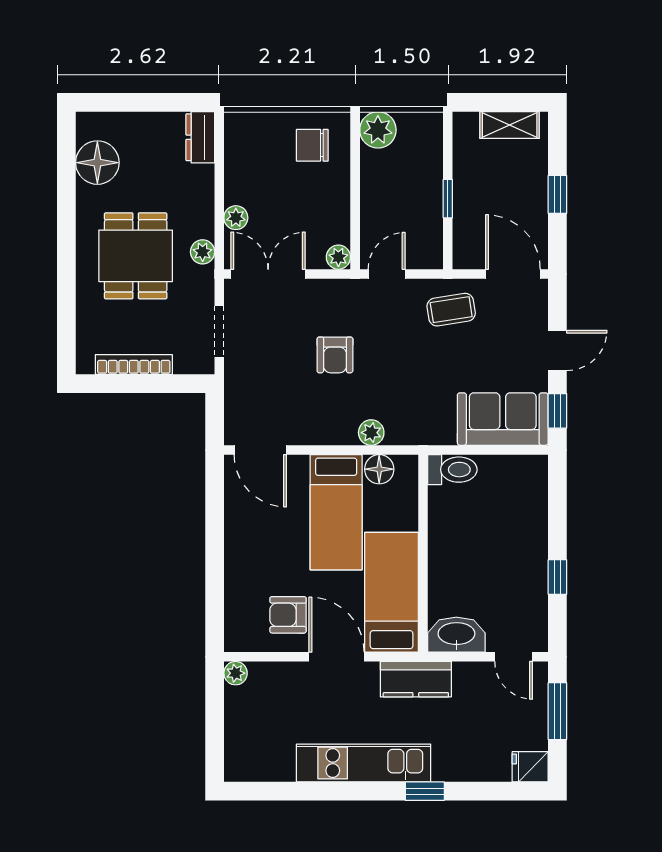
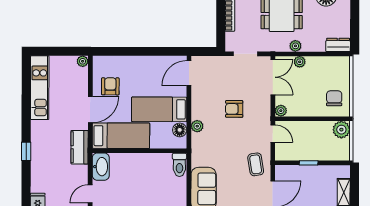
plant: (203, 252) -> (295, 46), moved
kitchen unit: (364, 763) -> (40, 88), moved

